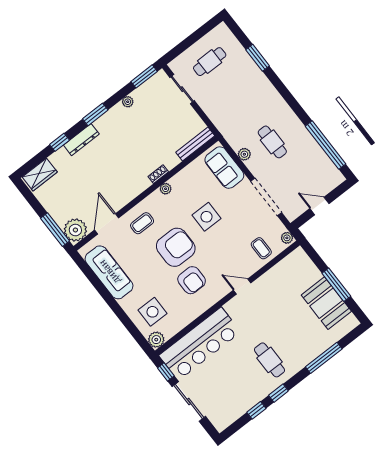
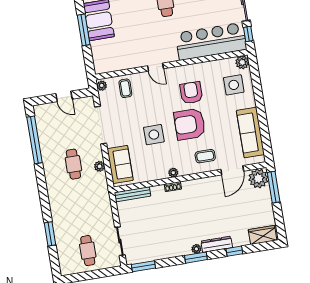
cafe table: (210, 62) -> (88, 251), turned 90
plant: (128, 102) -> (196, 249), moved

